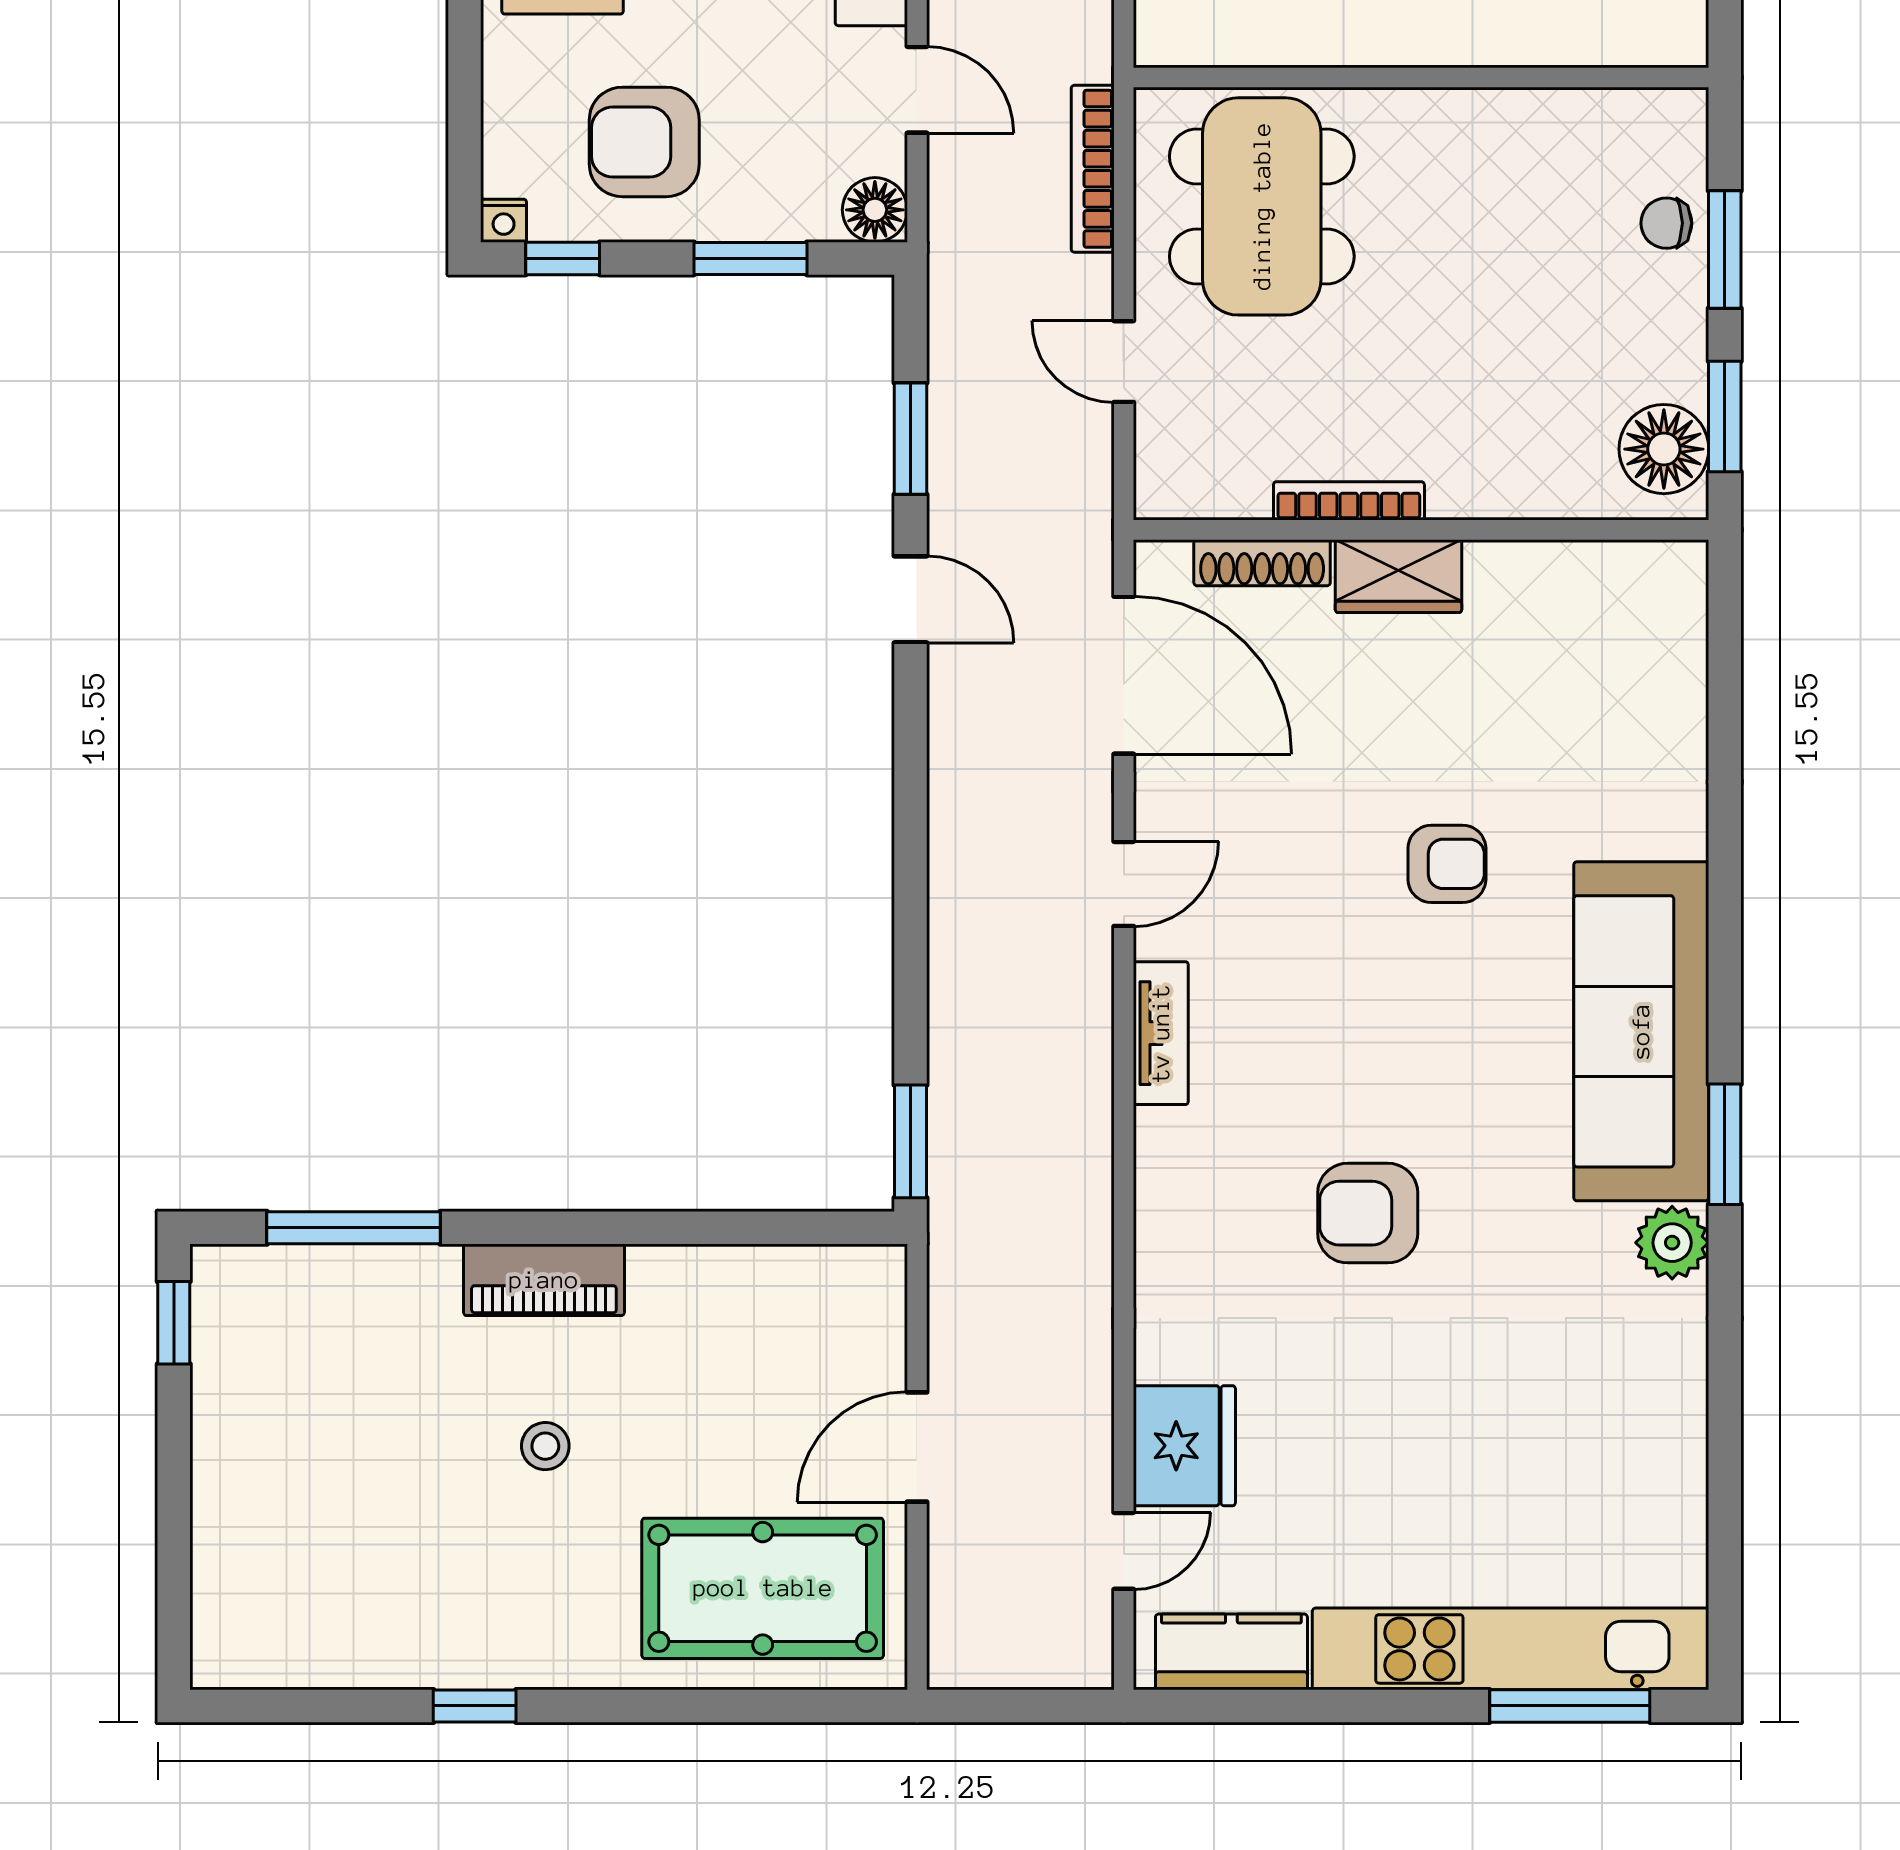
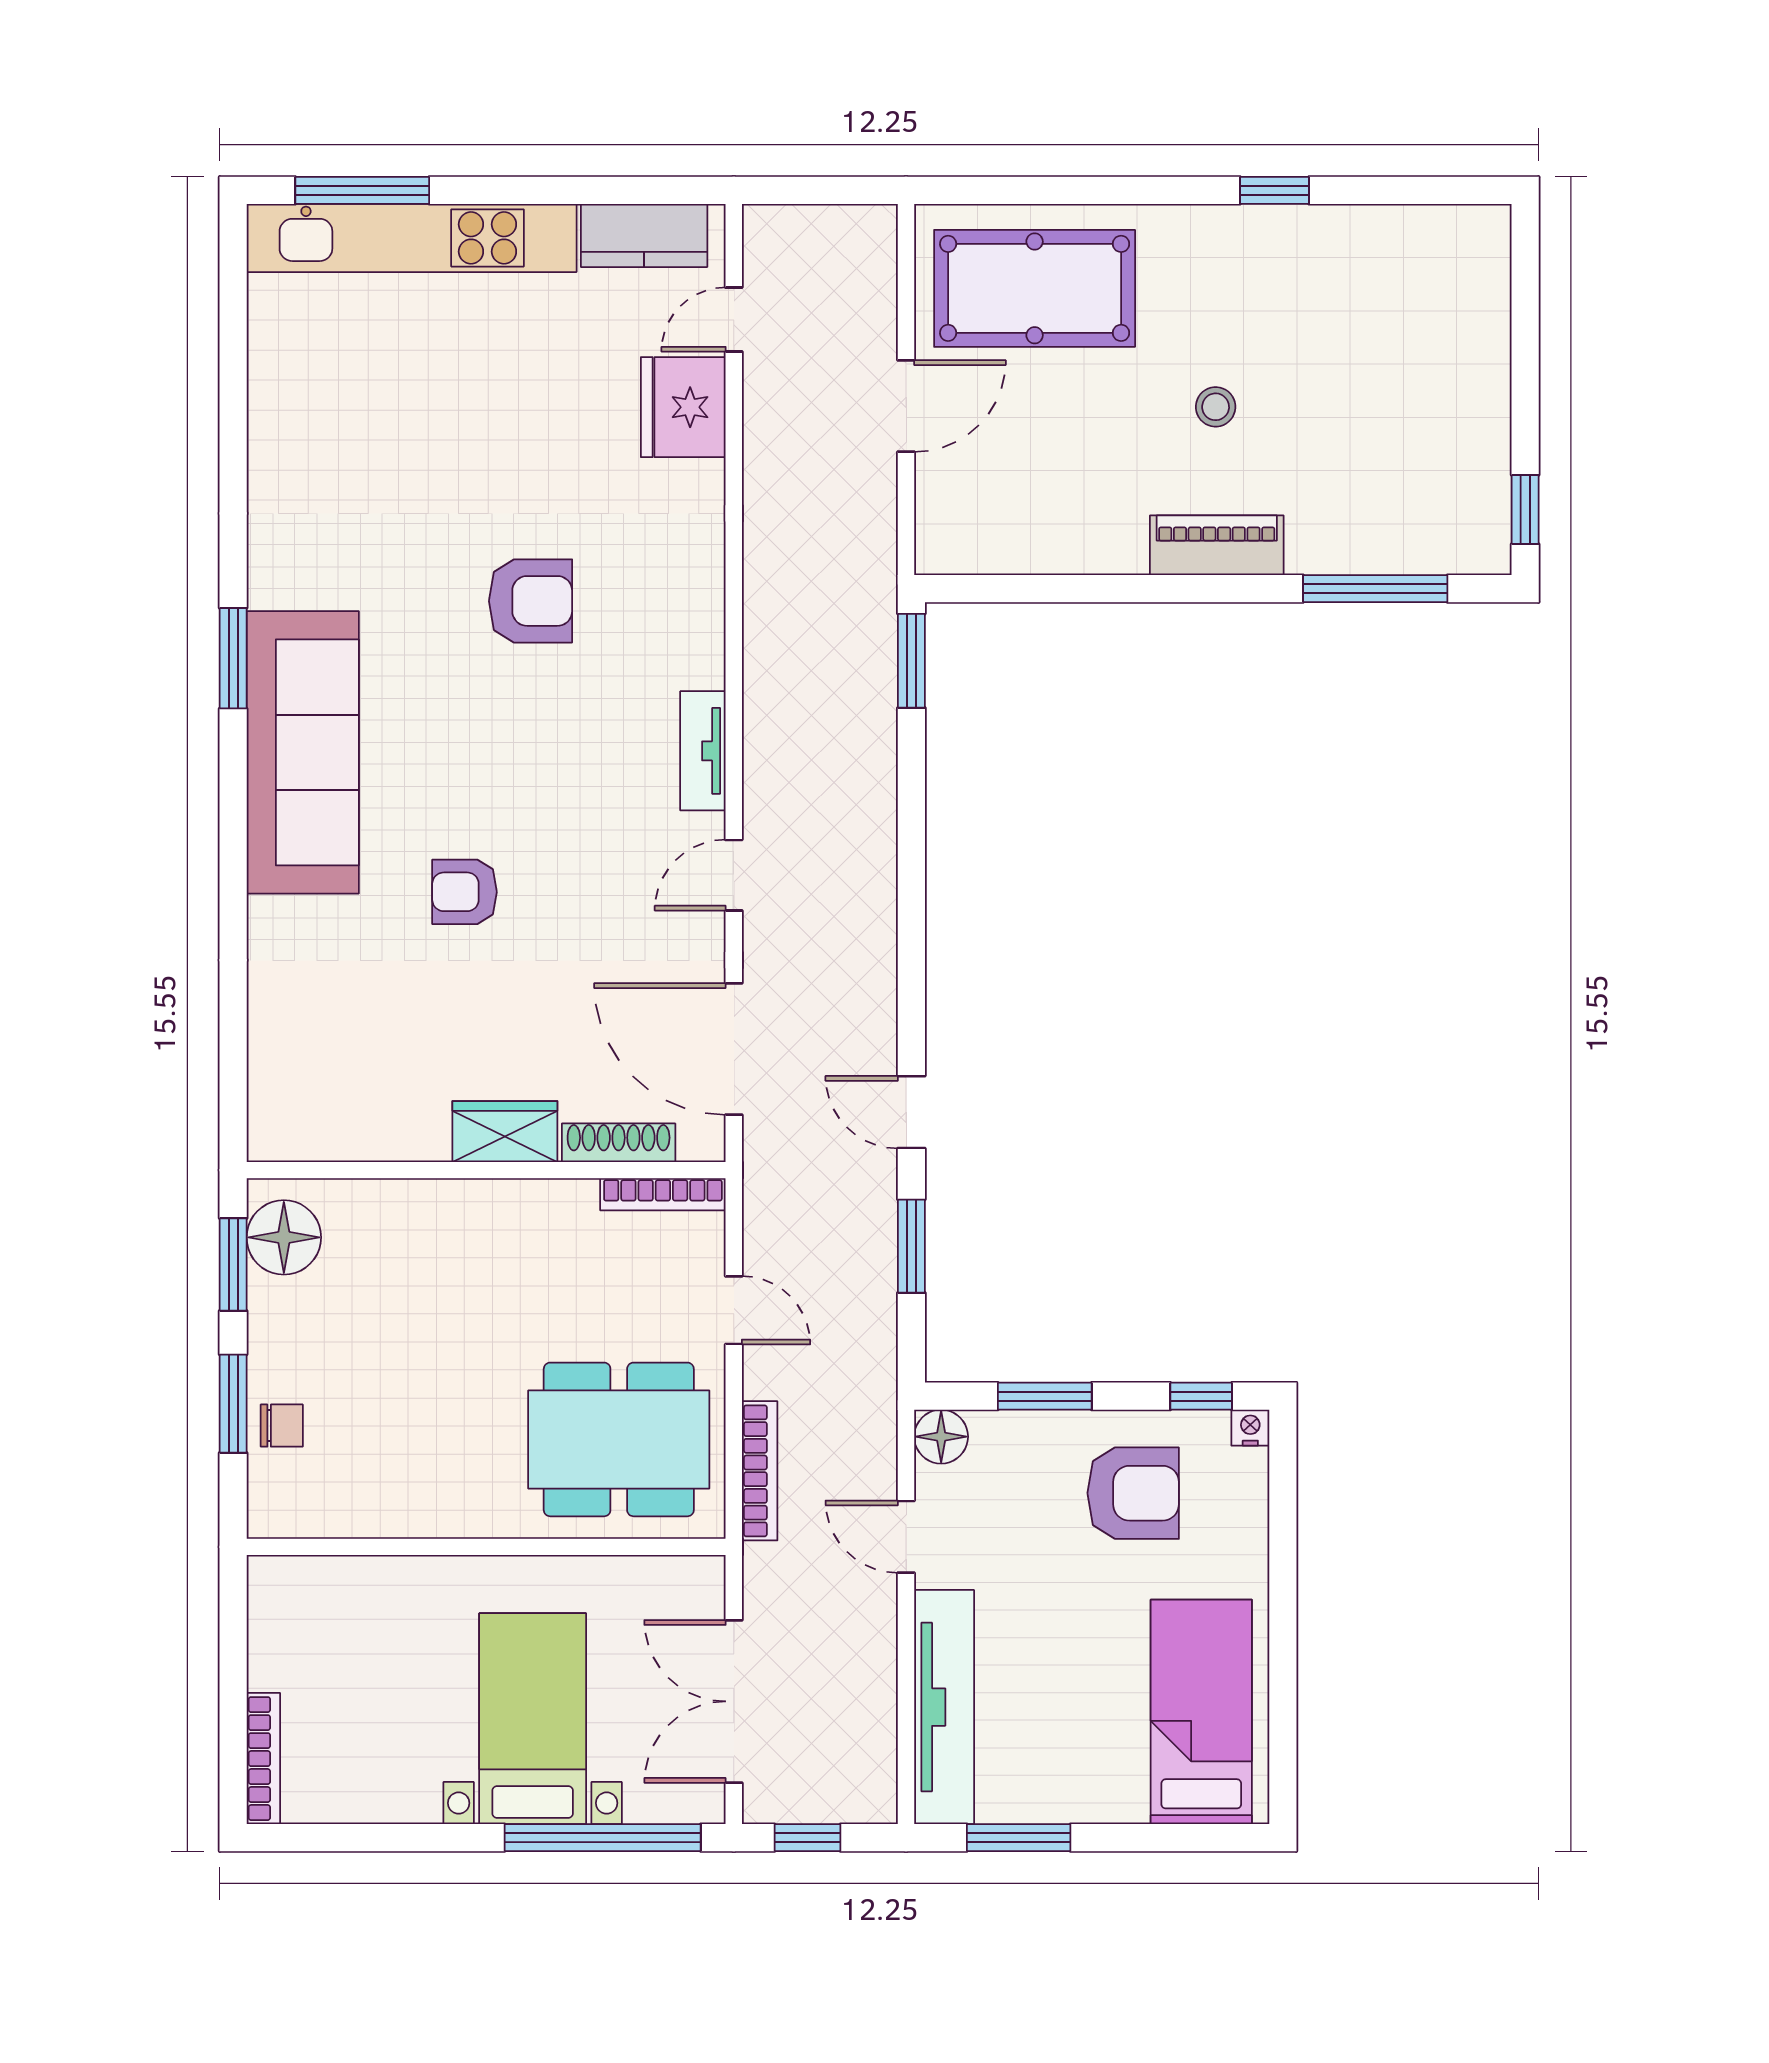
dining table: (1262, 206) -> (619, 1439), turned 90
bookcase: (1349, 501) -> (663, 1194), moved
plant: (1672, 1243) -> (277, 576), removed

